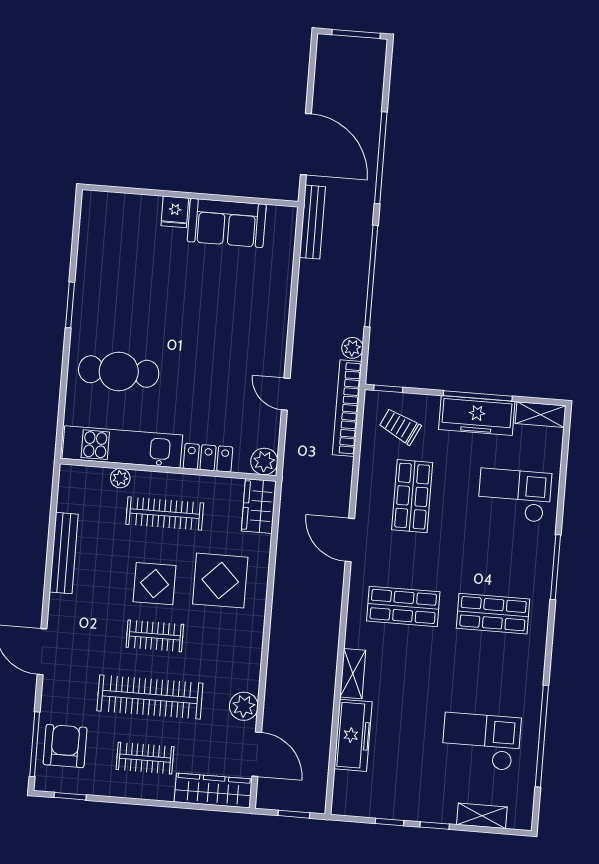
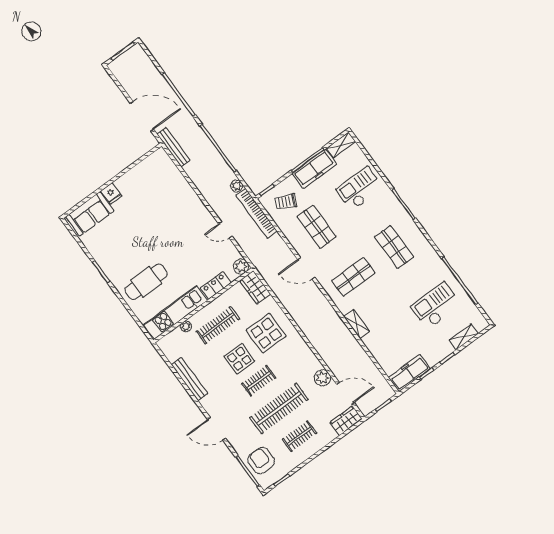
sofa: (227, 223) -> (90, 214), moved
shop shelf: (493, 614) -> (394, 247), turned 90
freezer: (353, 735) -> (409, 373), moved, turned -90
wardrobe: (213, 790) -> (346, 421), width x0.67

